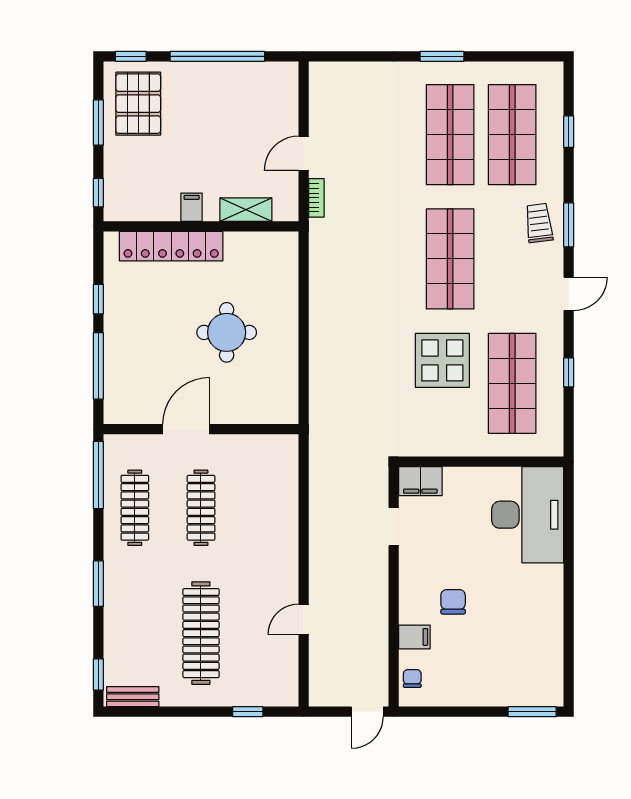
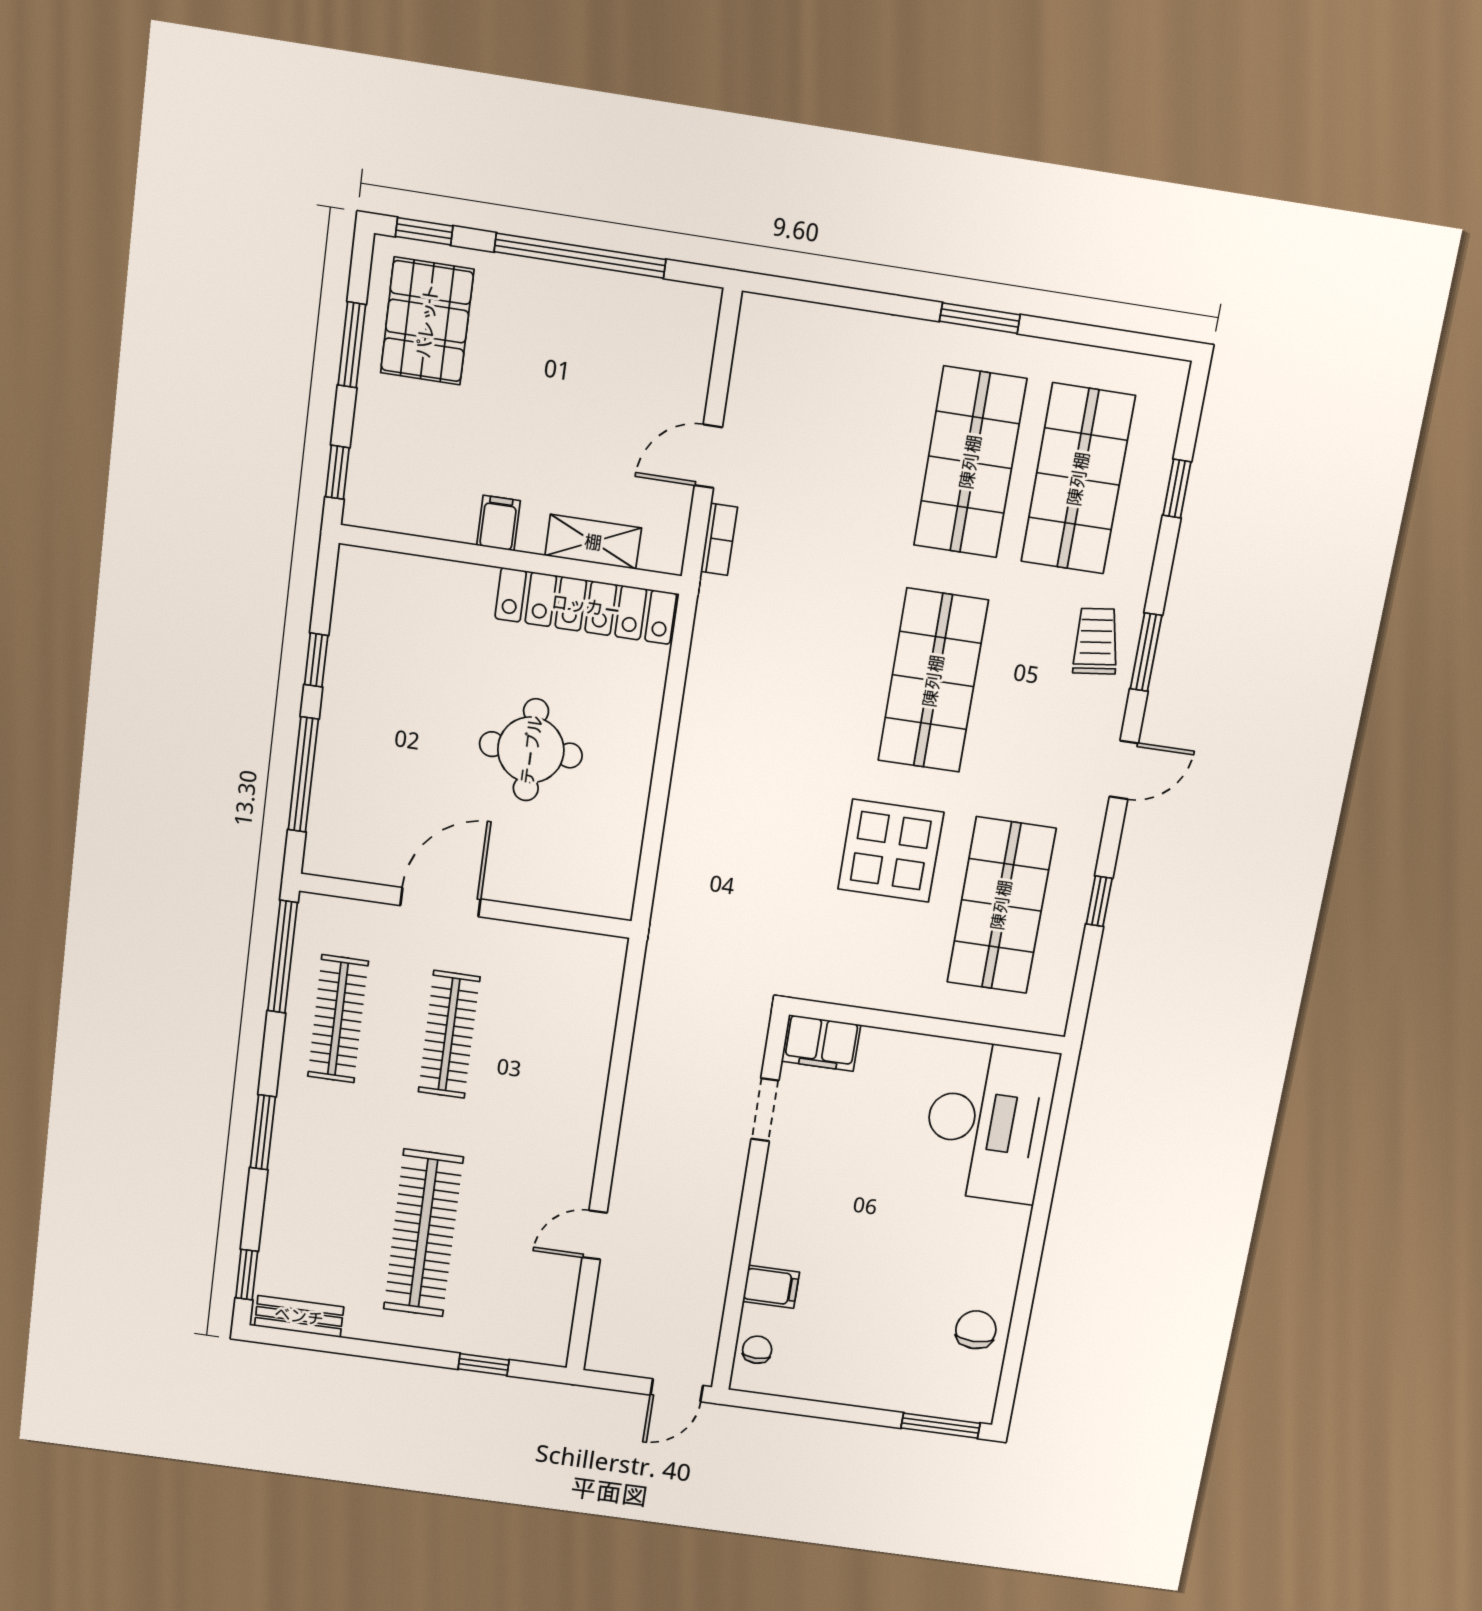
locker: (171, 246) -> (586, 606), moved
chair: (453, 602) -> (976, 1330), moved

